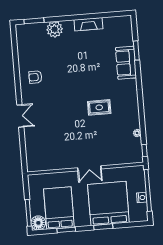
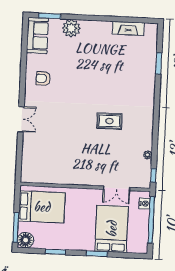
fireplace: (88, 24) -> (128, 28), moved
sofa: (126, 63) -> (38, 35), moved, turned 180
double door: (89, 168) -> (117, 188), moved
nightstand: (142, 198) -> (145, 204), moved
bed: (108, 203) -> (112, 229), width x0.73
bed: (59, 208) -> (42, 207), moved, turned 90

